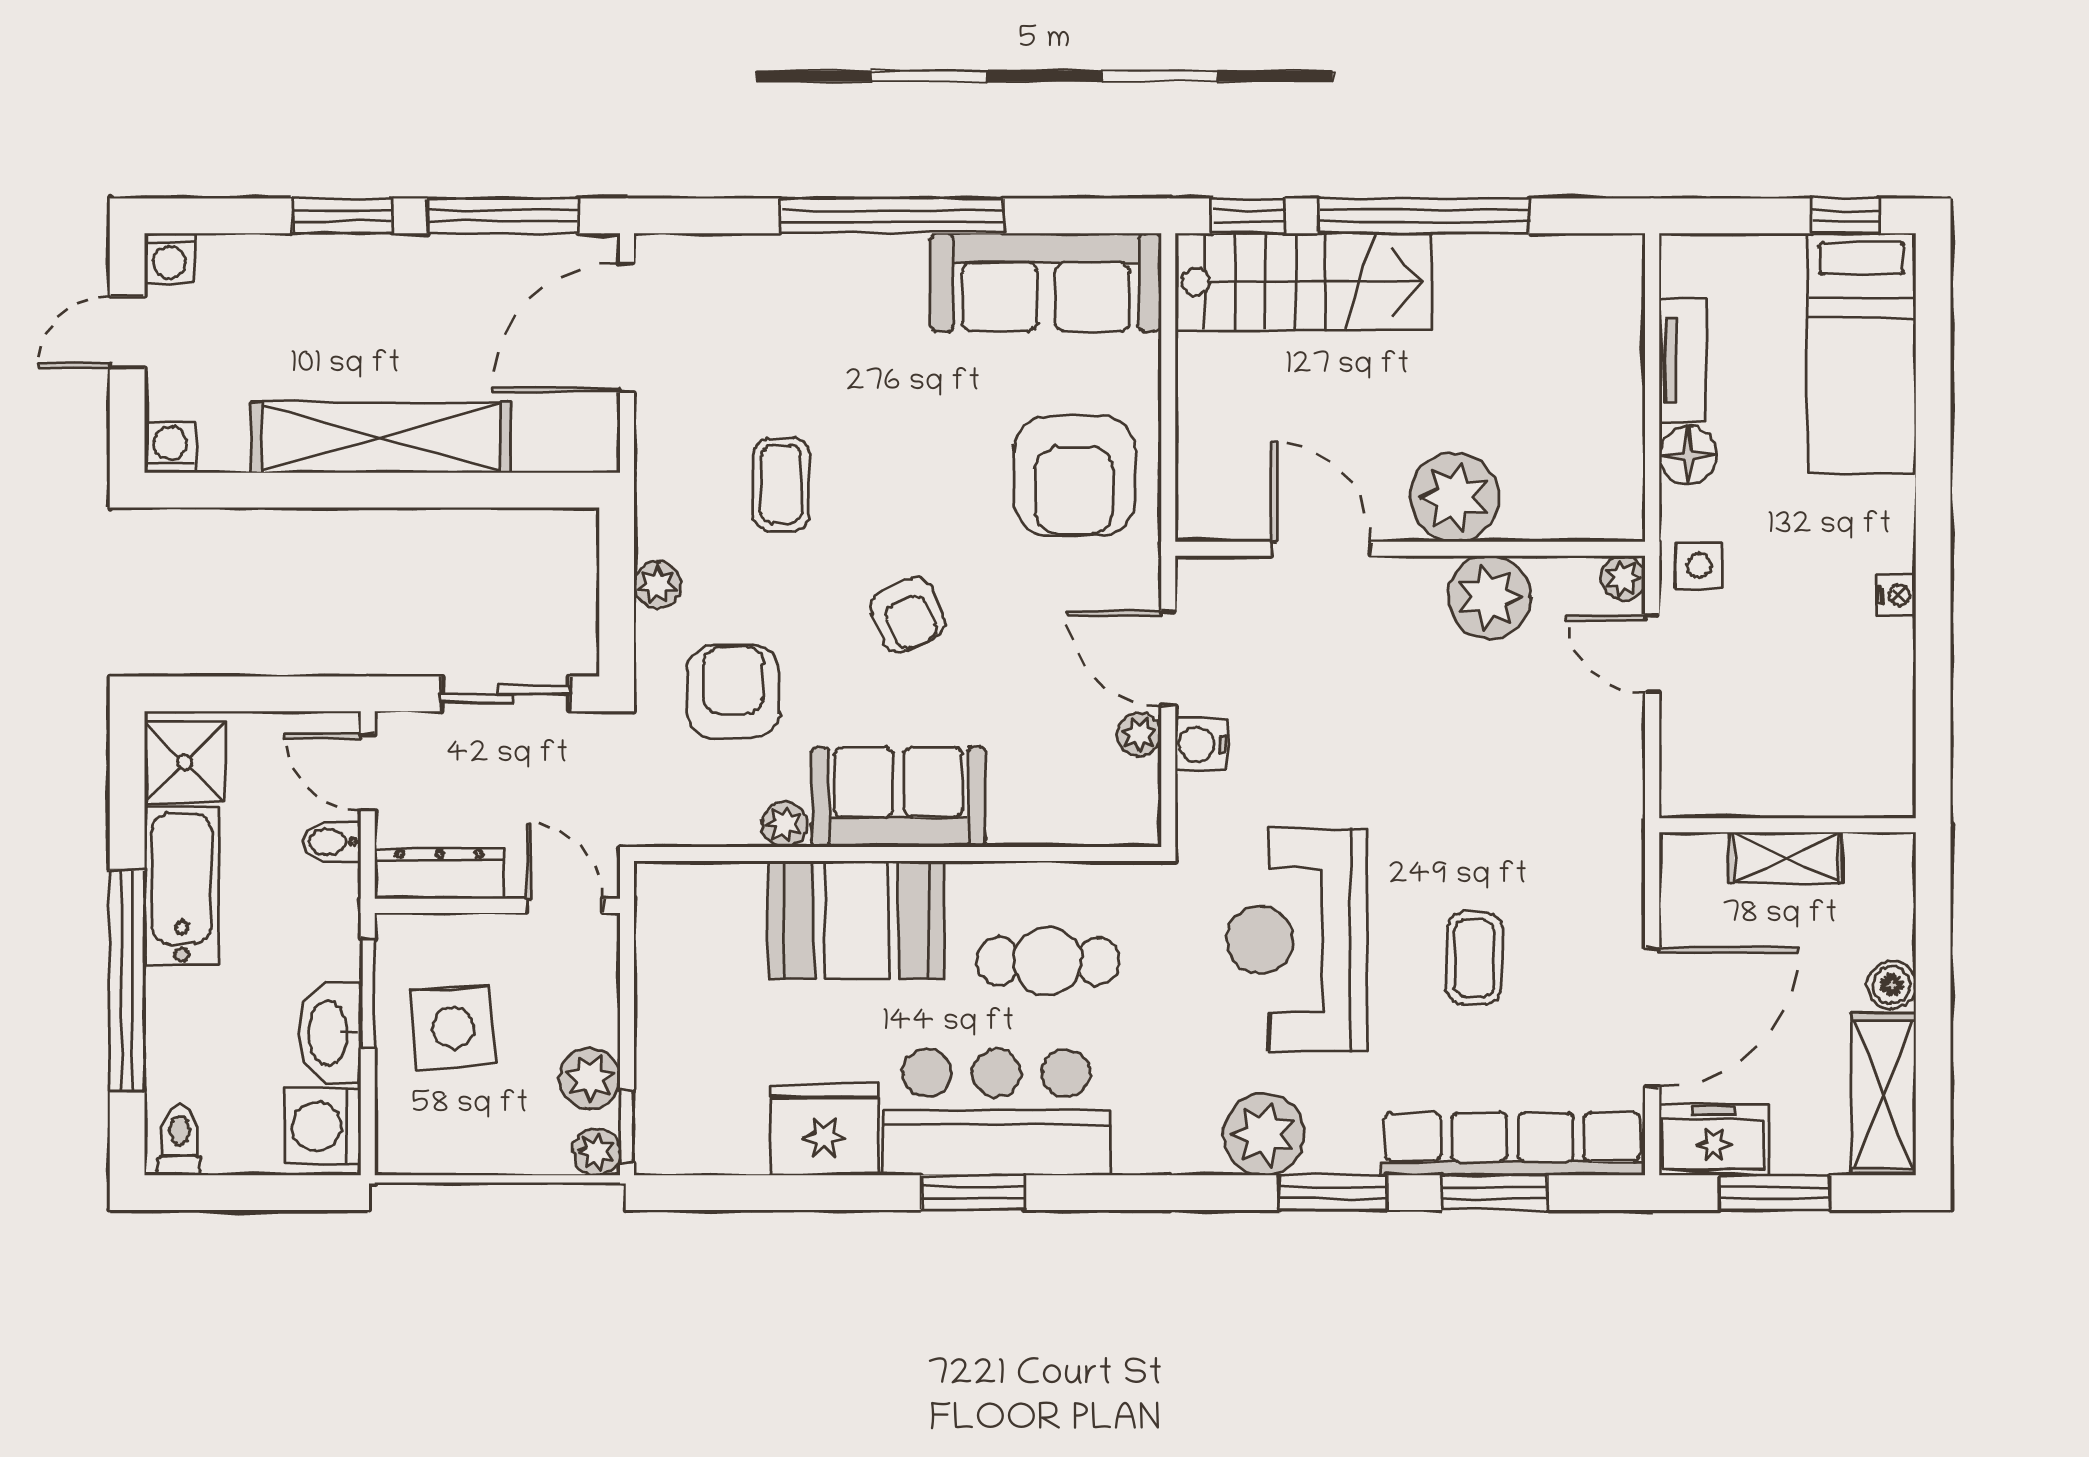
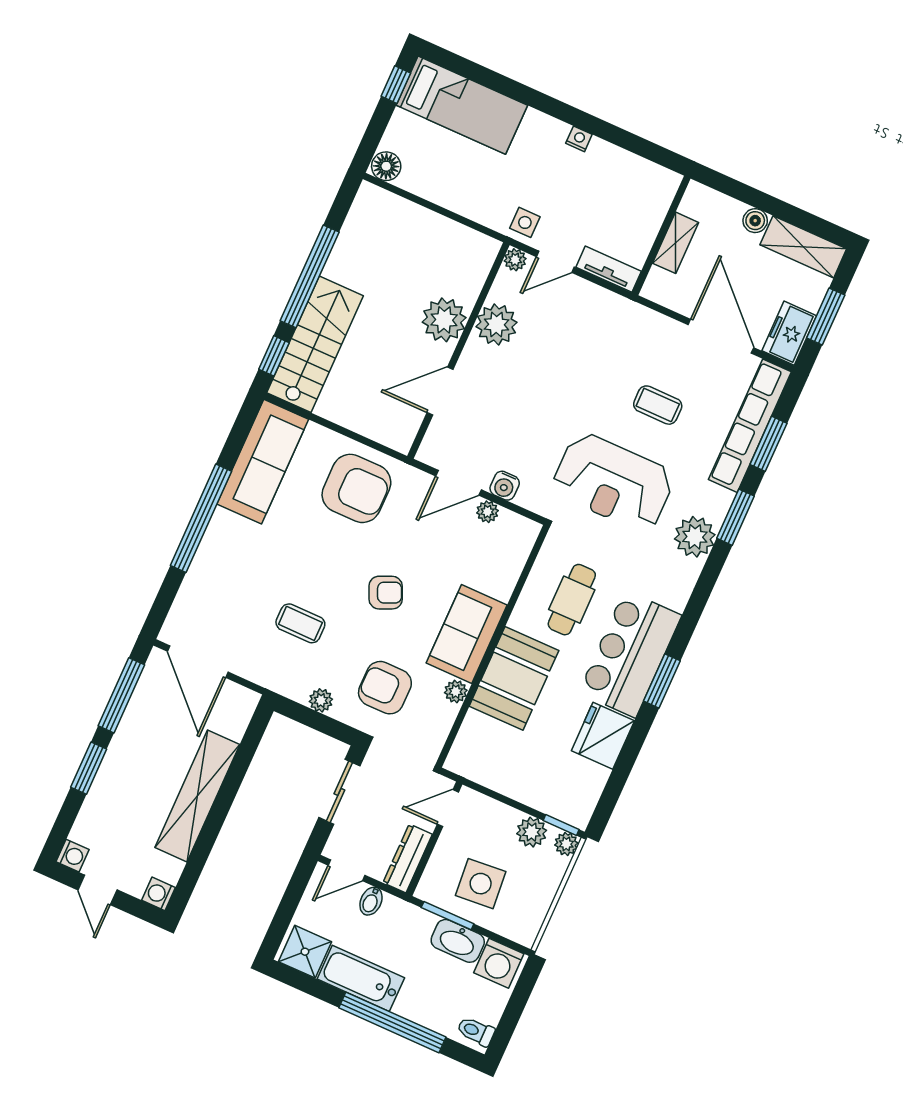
tv unit: (1683, 360) -> (609, 269), moved
floor lamp: (1688, 455) -> (386, 166), moved

